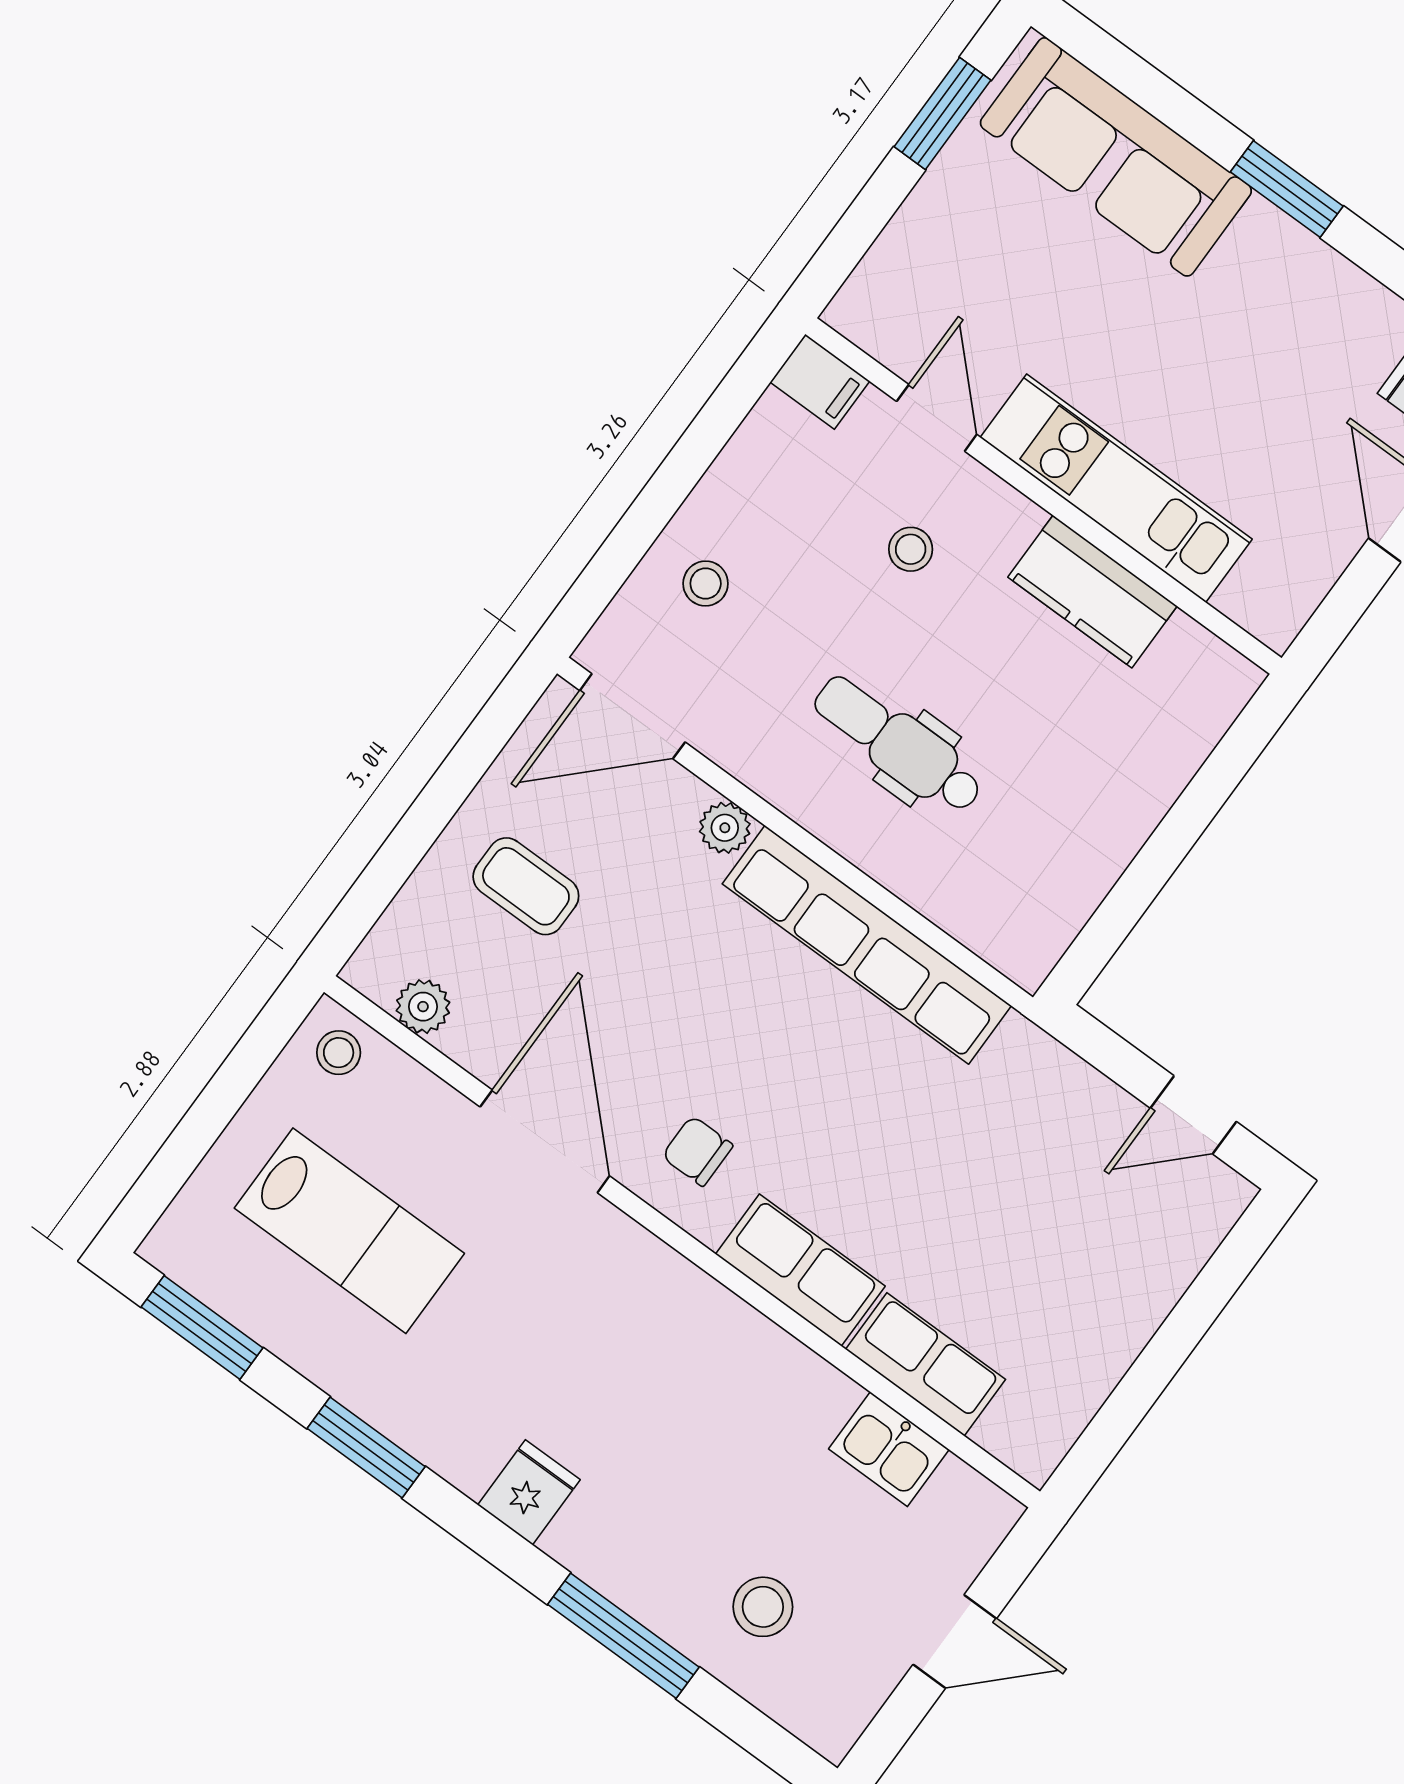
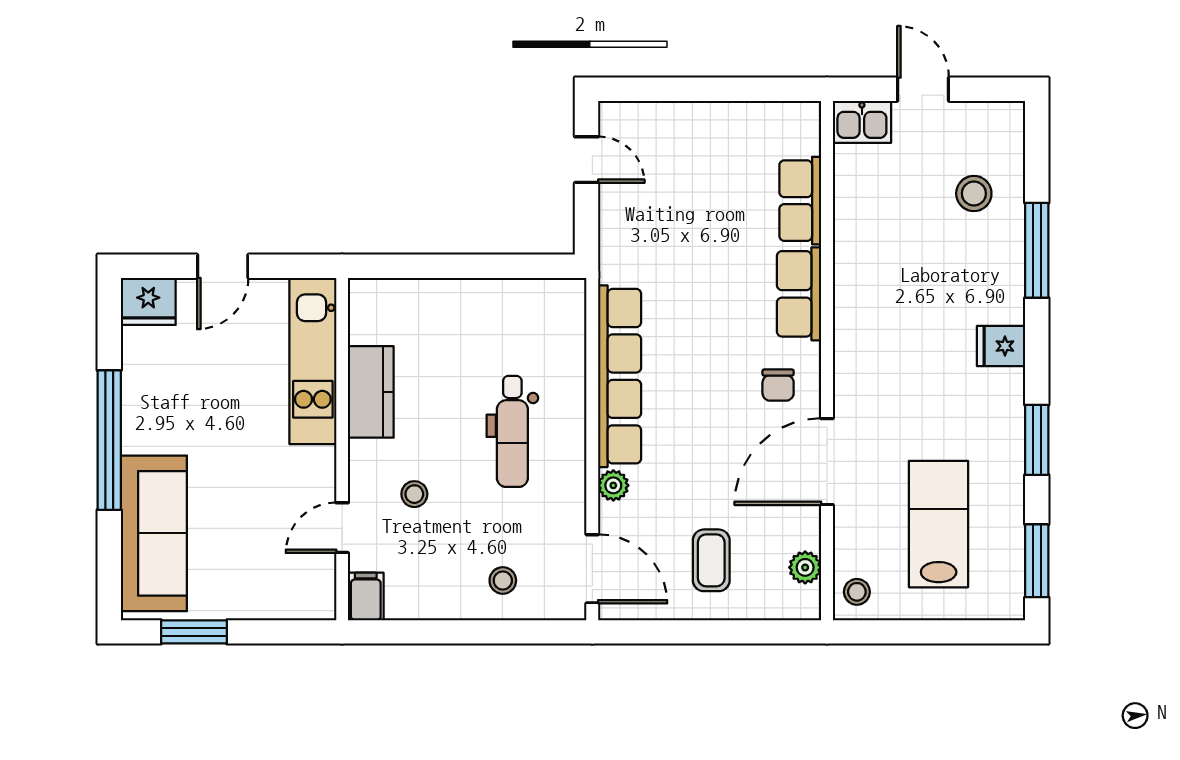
window: (1287, 189) -> (109, 440), width x2.11
kitchen unit: (1116, 488) -> (313, 361), moved
kitchen sink: (889, 1449) -> (862, 122), moved, turned 90

